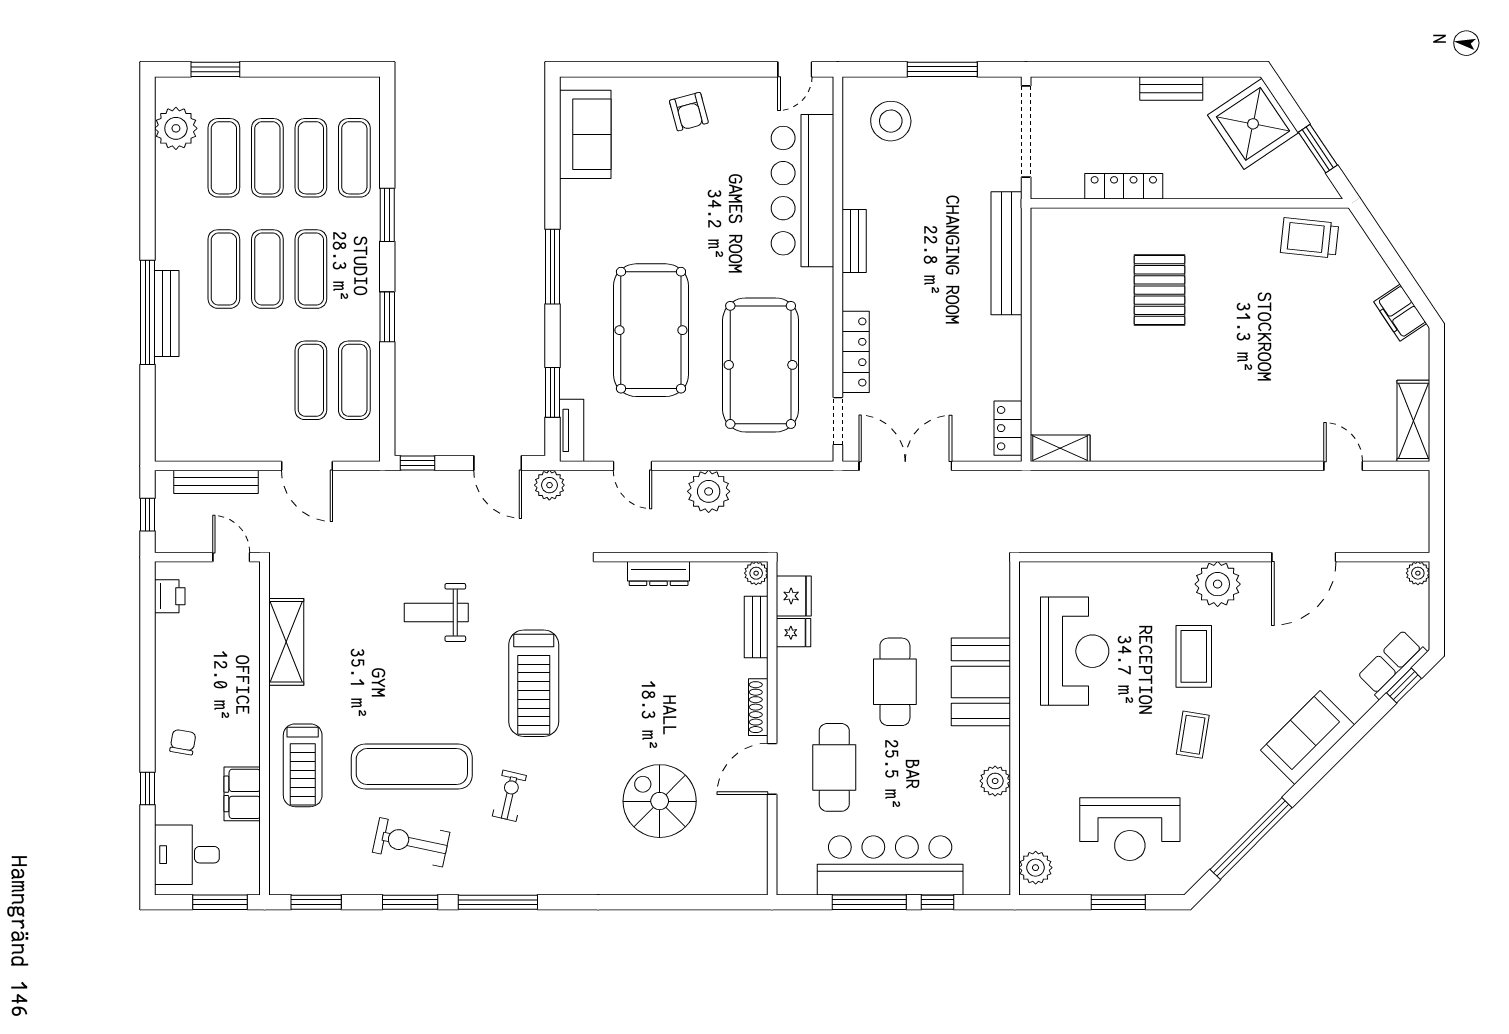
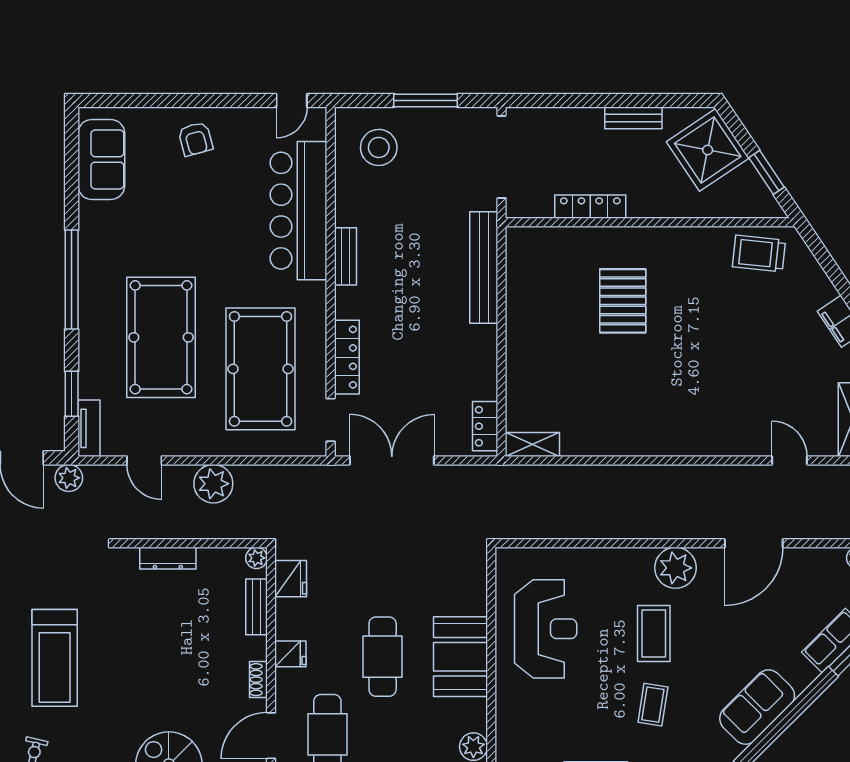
window: (553, 267) -> (72, 280), width x1.46
fridge: (794, 633) -> (290, 654), moved
shoe rack: (758, 707) -> (258, 680), width x0.70

